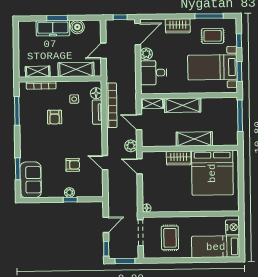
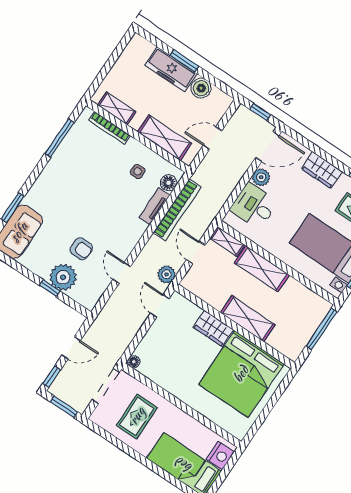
armchair: (55, 117) -> (99, 177), removed
plant: (69, 192) -> (63, 277), width x1.87, depth x1.87

